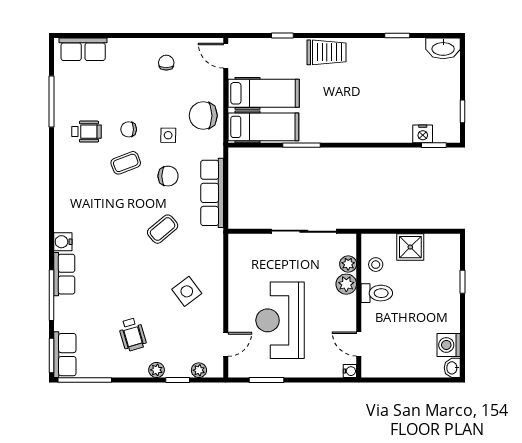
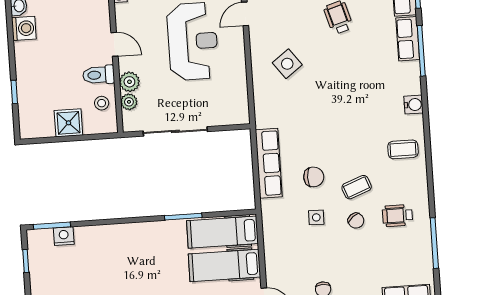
chair: (203, 116) -> (283, 239), removed
chair: (129, 129) -> (356, 221), turned 52
window: (434, 145) -> (52, 226), width x1.50
chair: (168, 176) -> (314, 177), turned 180
coffee table: (163, 229) -> (403, 149), moved, turned 40
row of seats: (64, 274) -> (408, 39), moved
door: (359, 344) -> (114, 44), moved

